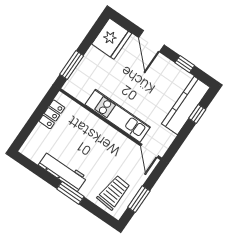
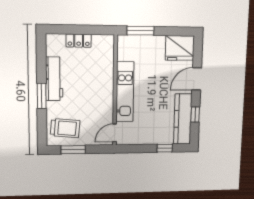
kitchen counter: (186, 106) -> (183, 119), moved, turned -90
locker: (52, 114) -> (79, 41), moved

